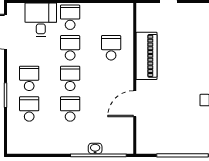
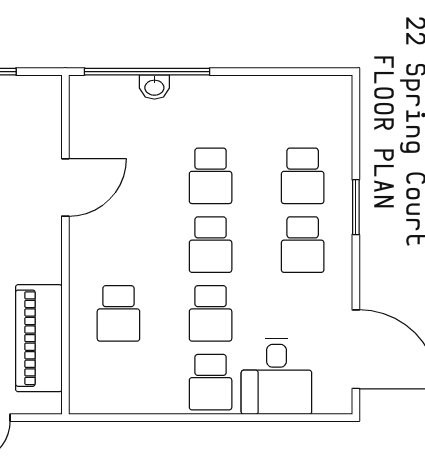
piano: (147, 56) -> (39, 338), moved

